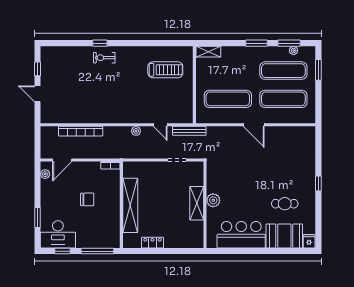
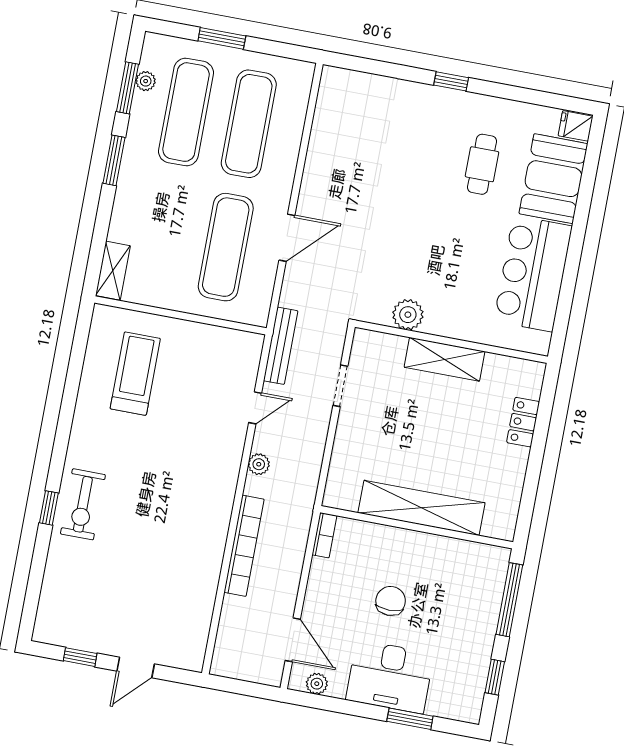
exercise bike: (104, 58) -> (83, 504), width x1.38, depth x1.39
window: (318, 70) -> (222, 38), moved
door: (254, 125) -> (287, 238), moved
bookcase: (81, 131) -> (244, 546), moved
plant: (213, 200) -> (408, 315), moved
desk: (58, 234) -> (390, 677), moved, turned 90
locker: (152, 243) -> (523, 422), moved

